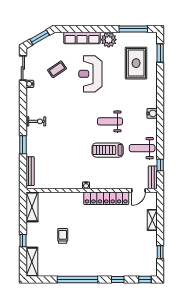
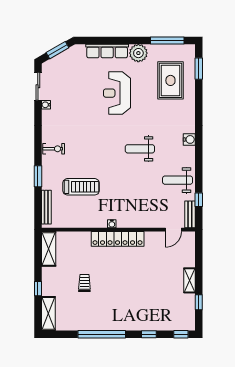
coffee table: (57, 69) -> (78, 88), removed
treadmill: (108, 150) -> (81, 187), moved, turned 180
locker: (106, 198) -> (118, 239), moved
shelving: (152, 220) -> (189, 280), moved

